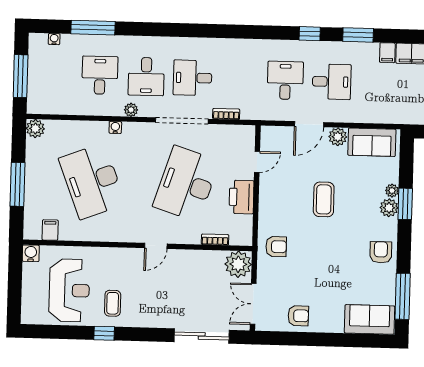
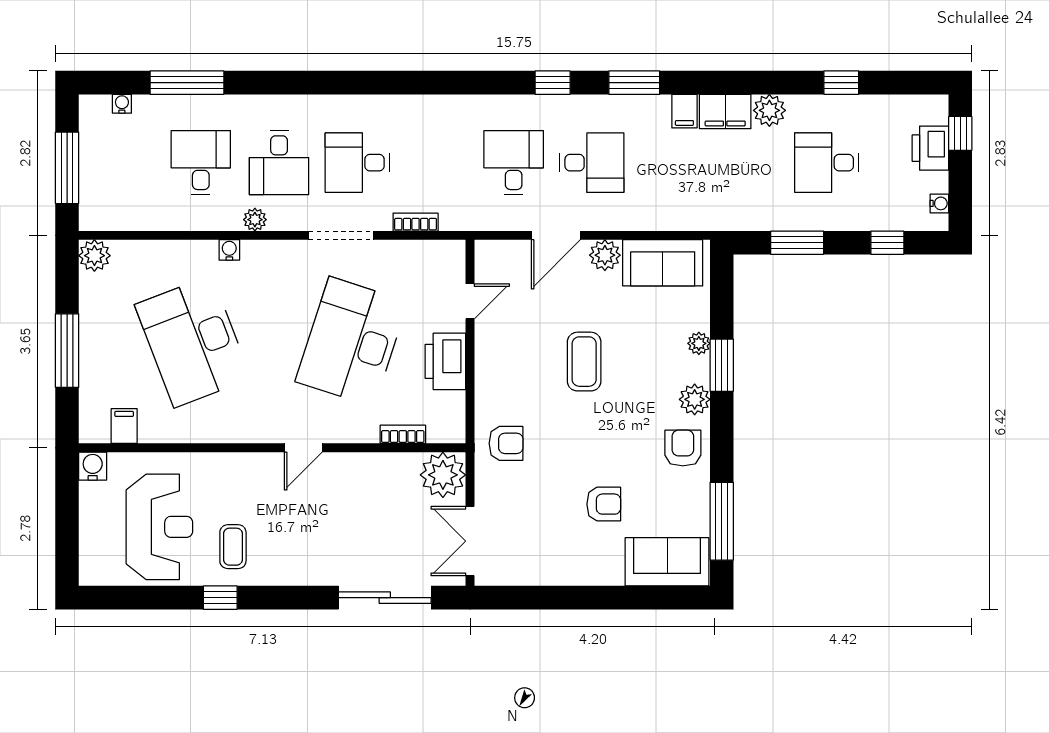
doorway: (182, 121) -> (341, 235), width x0.73
plant: (389, 208) -> (695, 399), moved
armchair: (298, 316) -> (604, 504), moved

